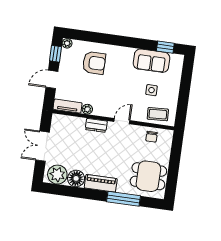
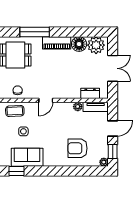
dresser: (96, 125) -> (90, 93), moved

